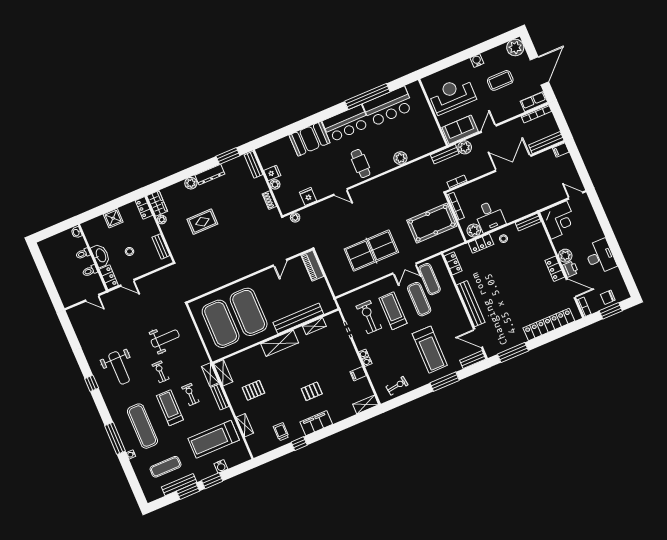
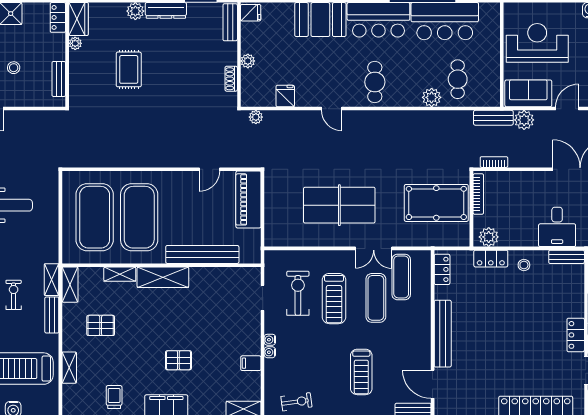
cafe table: (412, 140) -> (458, 79), added
fridge: (272, 173) -> (251, 13), moved
desk: (490, 216) -> (557, 227), moved
rug: (202, 222) -> (129, 69), turned 90
piano: (312, 266) -> (248, 199), width x1.37, depth x1.33
treadmill: (393, 311) -> (334, 299), turned 180
shelving: (314, 326) -> (120, 274), moved
treadmill: (430, 350) -> (361, 372), width x0.73, depth x0.73

